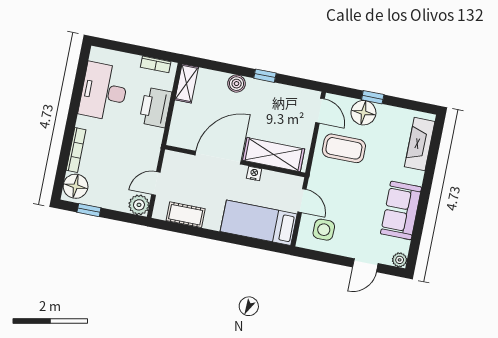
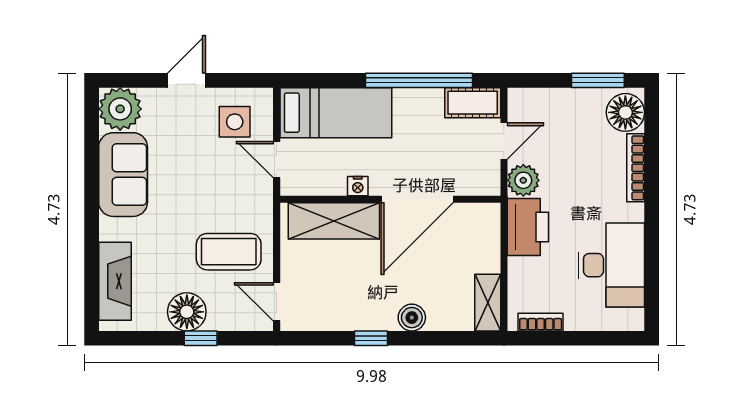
printer: (155, 107) -> (528, 227), moved
floor lamp: (363, 113) -> (187, 312), moved
plant: (139, 205) -> (523, 180), moved
window: (89, 210) -> (598, 80), width x1.50
cot: (186, 215) -> (473, 103), moved
window: (202, 233) -> (419, 80), added
plant: (400, 260) -> (120, 109), width x1.88, depth x1.88
door: (365, 265) -> (186, 80), moved

